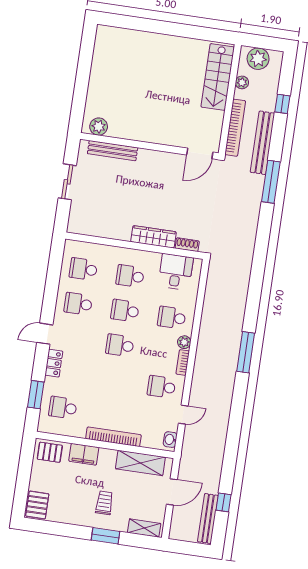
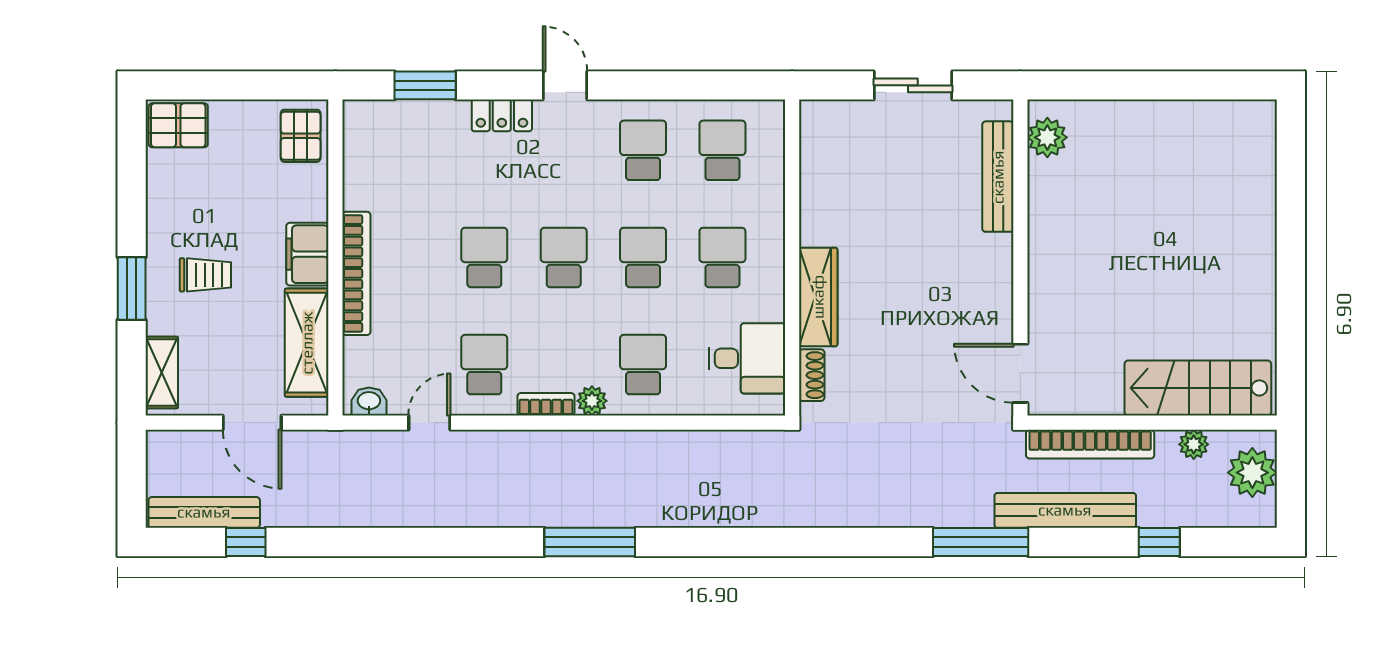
school desk: (63, 408) -> (484, 257), moved
door: (183, 415) -> (429, 423), swing flipped
filing cabinet: (84, 454) -> (307, 254), moved

